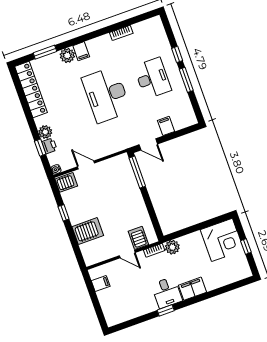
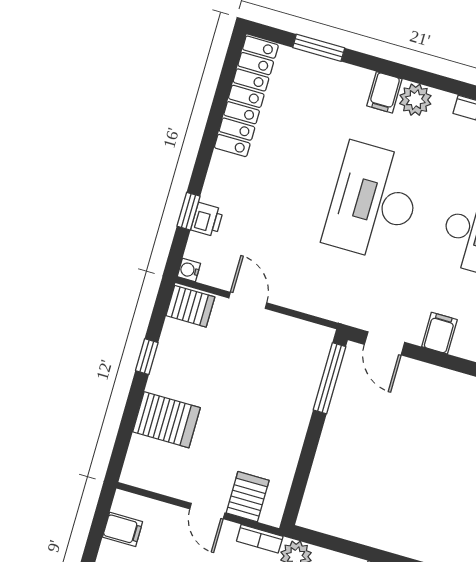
plant: (67, 55) -> (415, 100), moved
plant: (45, 132) -> (217, 190), removed

